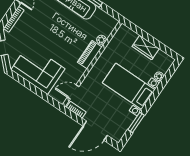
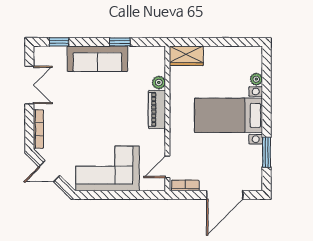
wardrobe: (146, 47) -> (186, 56), moved

